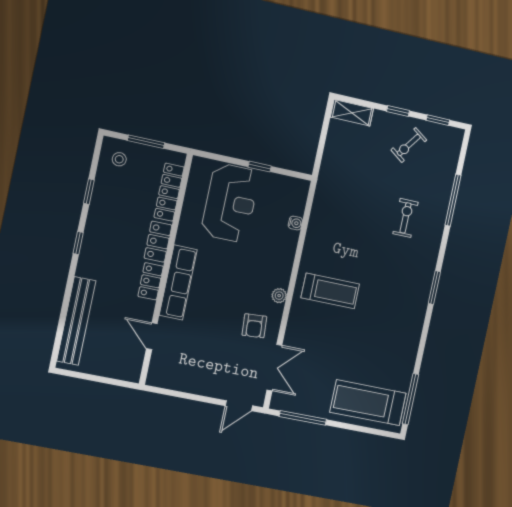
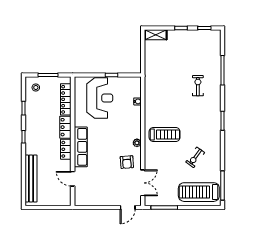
exercise bike: (409, 145) -> (195, 157), moved

